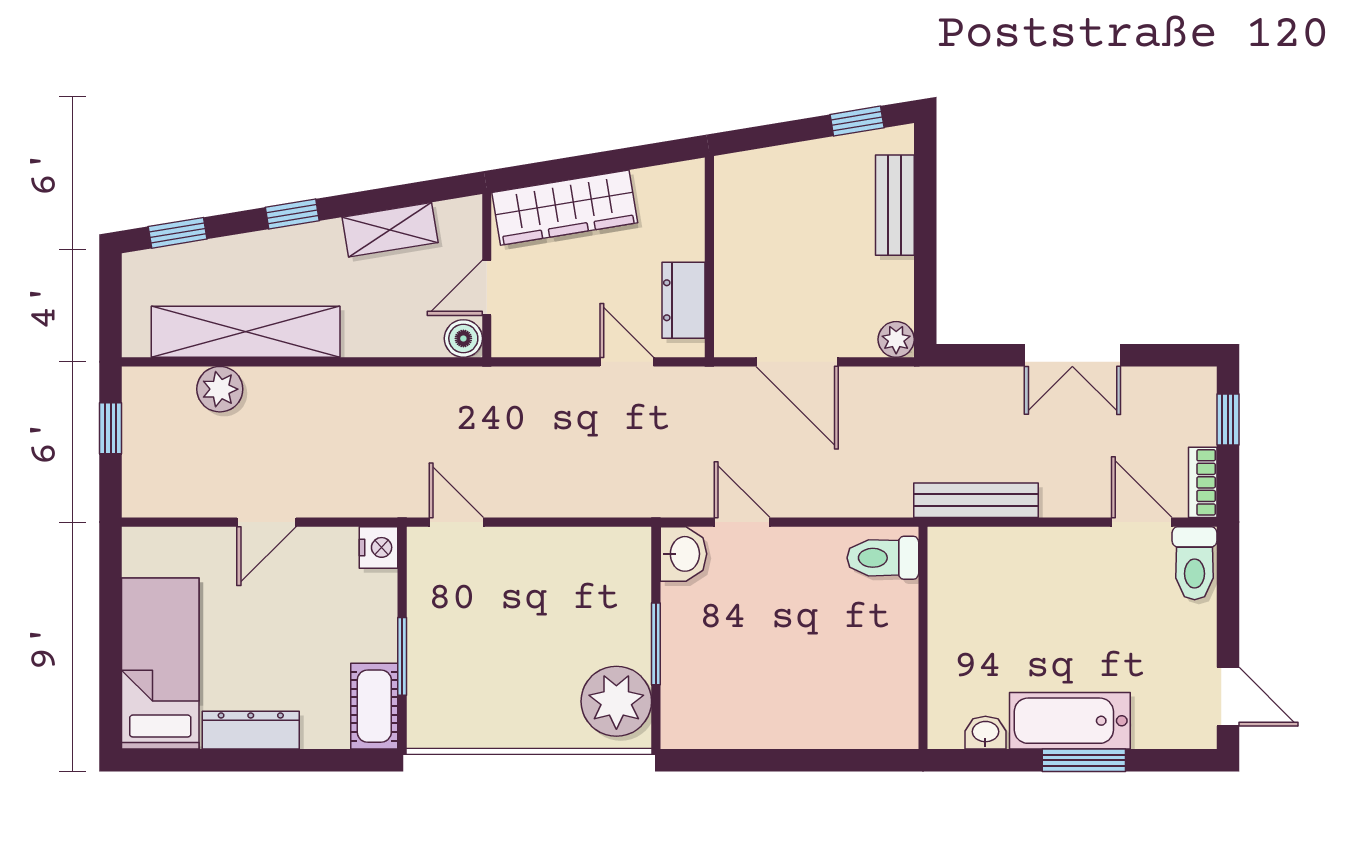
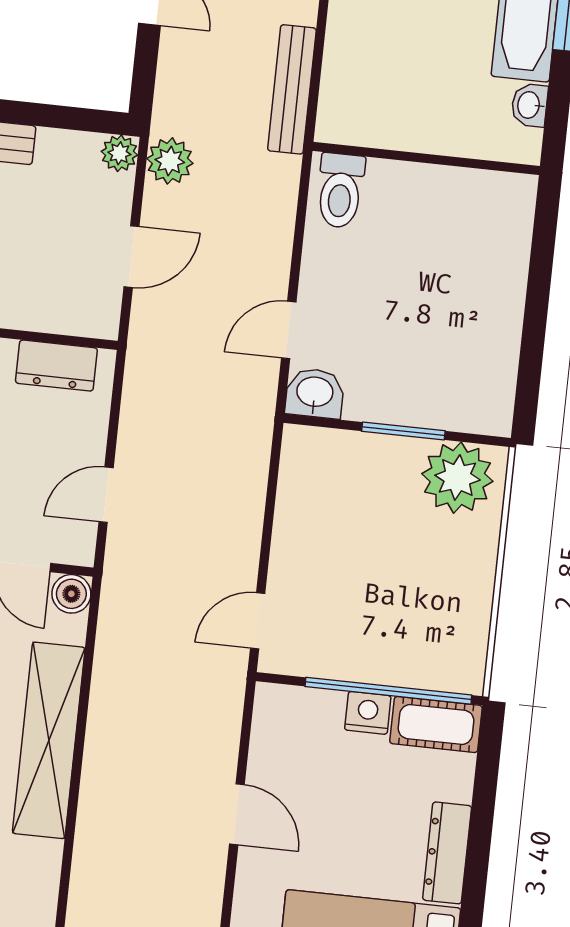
shelving: (246, 332) -> (49, 740), moved
door: (627, 362) -> (106, 495), moved
door: (797, 362) -> (132, 257), width x0.73
plant: (220, 389) -> (170, 161), moved
nightstand: (379, 547) -> (368, 713), moved
window: (402, 656) -> (388, 691), width x2.11

